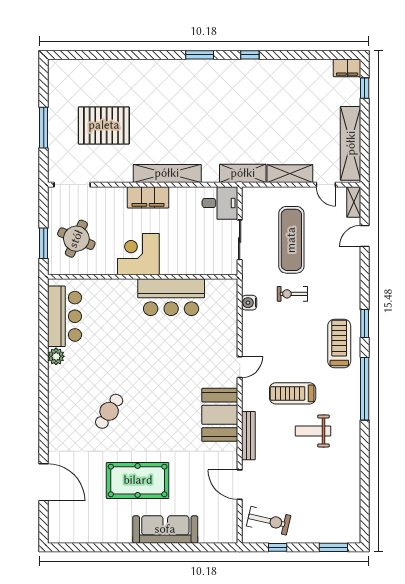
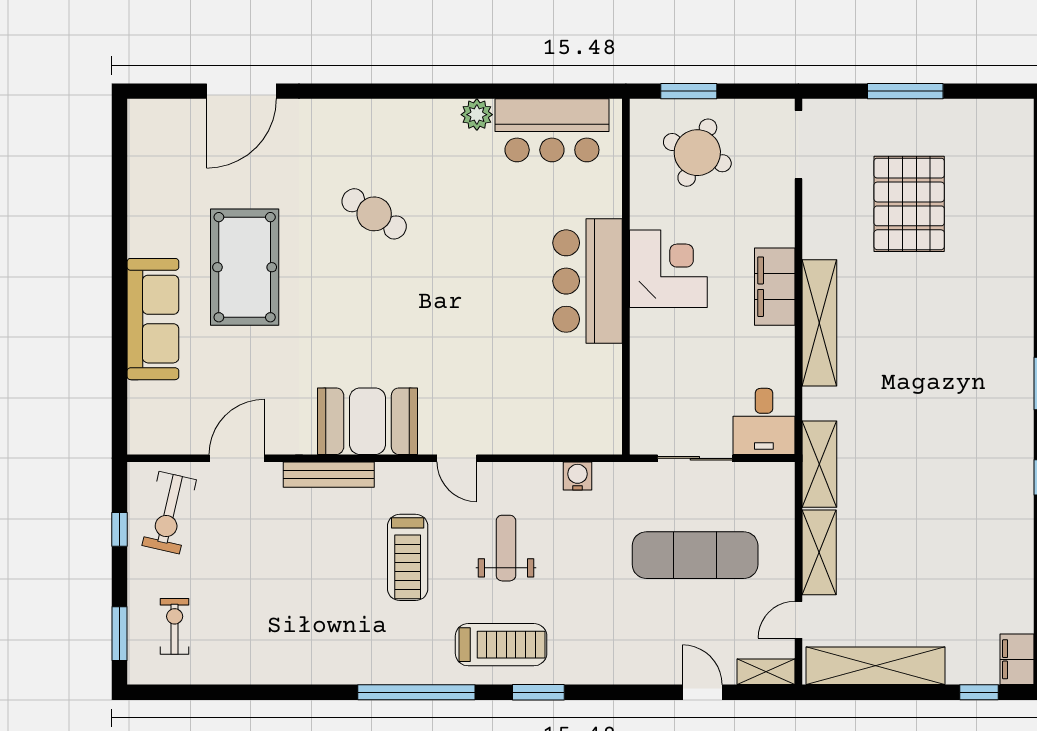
exercise bike: (292, 294) -> (175, 626), moved
bar counter: (171, 297) -> (588, 281), moved
treadmill: (293, 393) -> (408, 557), turned 180
weight bench: (313, 431) -> (506, 548), moved

